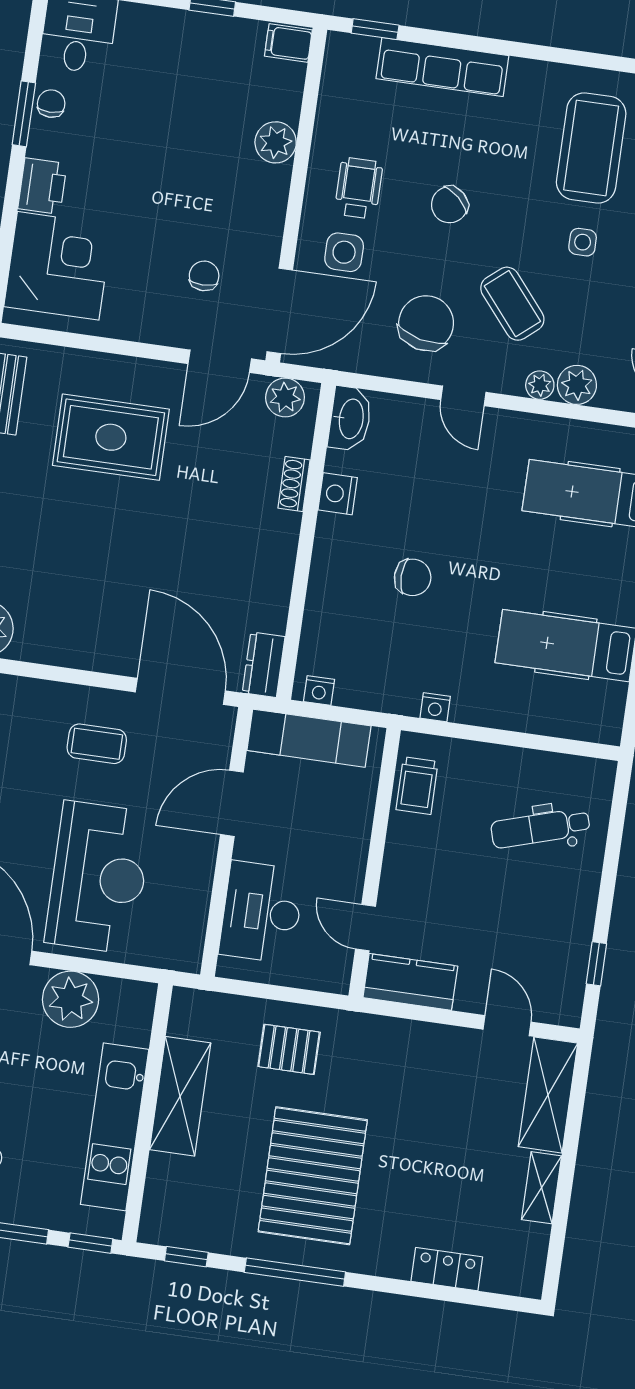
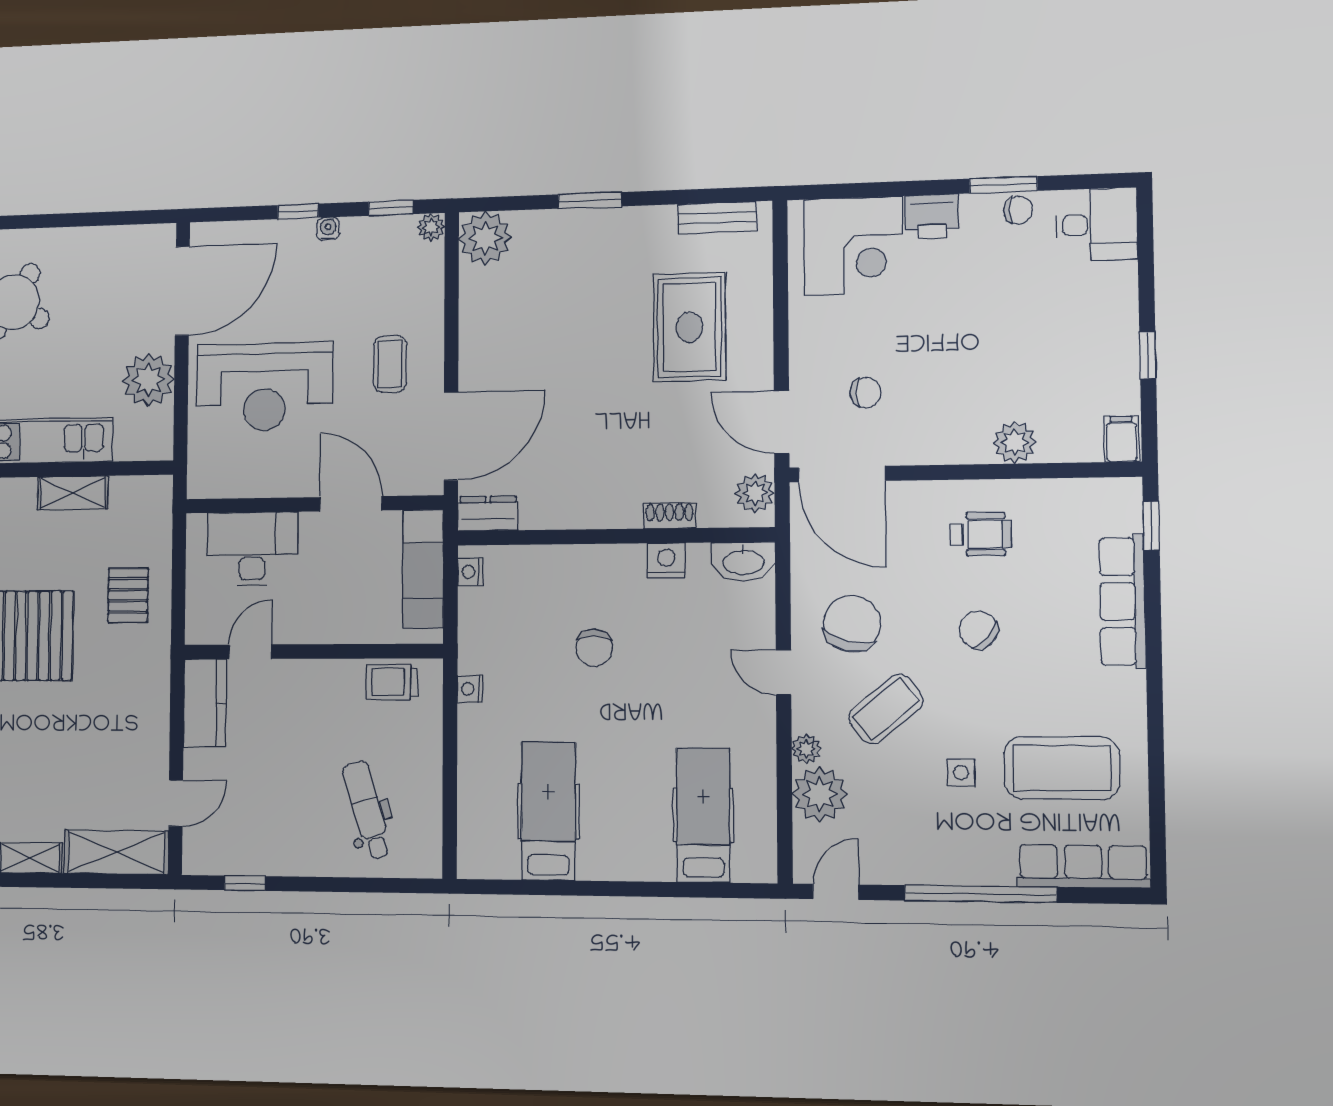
side table: (344, 252) -> (912, 530), removed
chair: (426, 323) -> (852, 624), turned -89
plant: (577, 385) -> (820, 794), width x1.36, depth x1.36
door: (463, 396) -> (784, 672), hinge flipped
shelving: (180, 1096) -> (73, 493), width x0.67, depth x0.75

